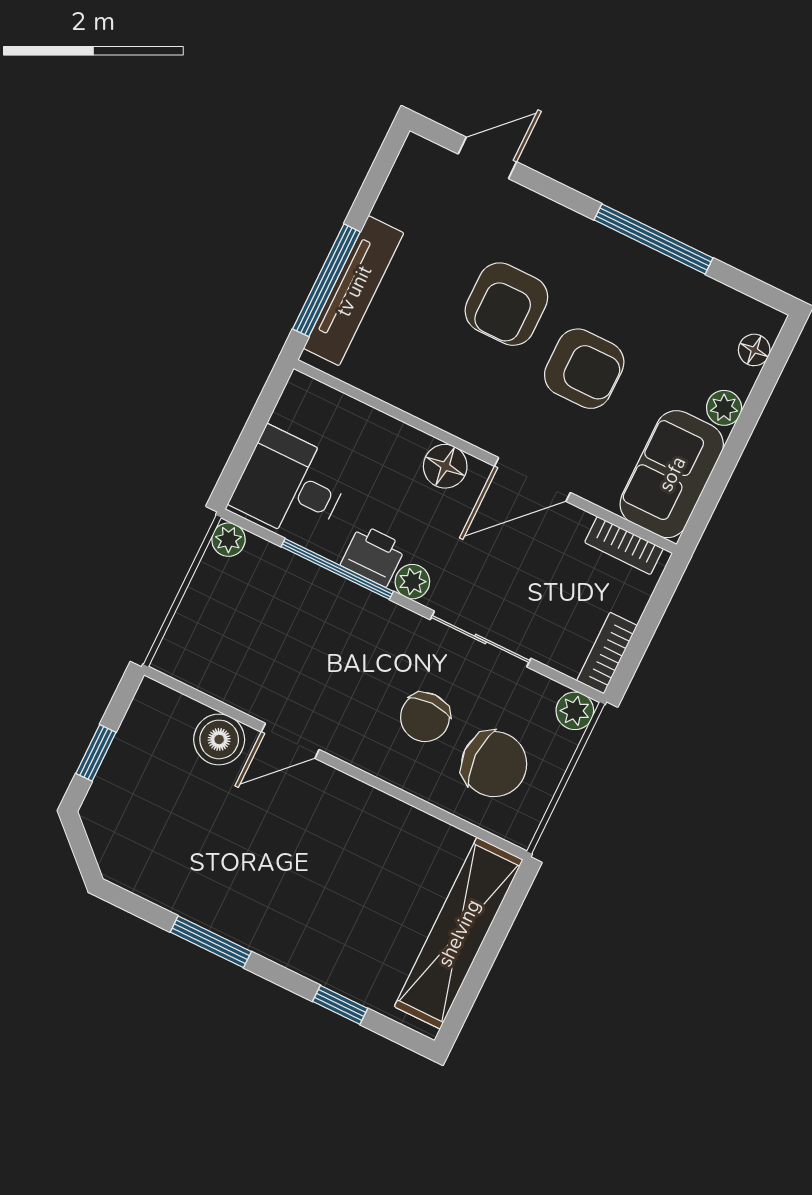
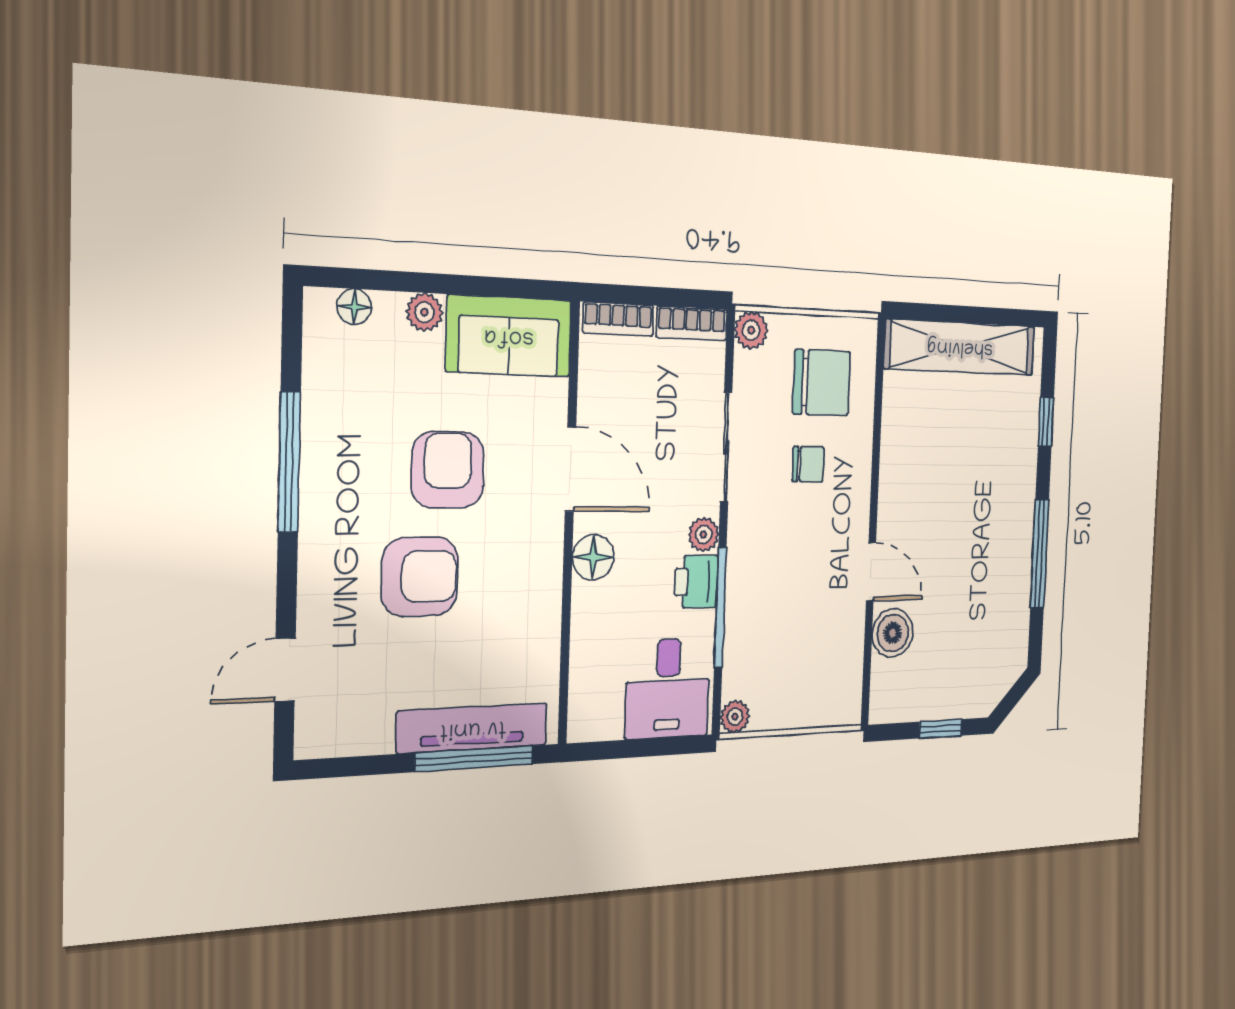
door: (487, 158) -> (285, 670), hinge flipped
bookcase: (624, 545) -> (618, 319), moved, turned 90
chair: (425, 717) -> (808, 464), width x0.73, depth x0.73
chair: (494, 764) -> (822, 383), turned 90
window: (211, 942) -> (1040, 554), width x1.44

